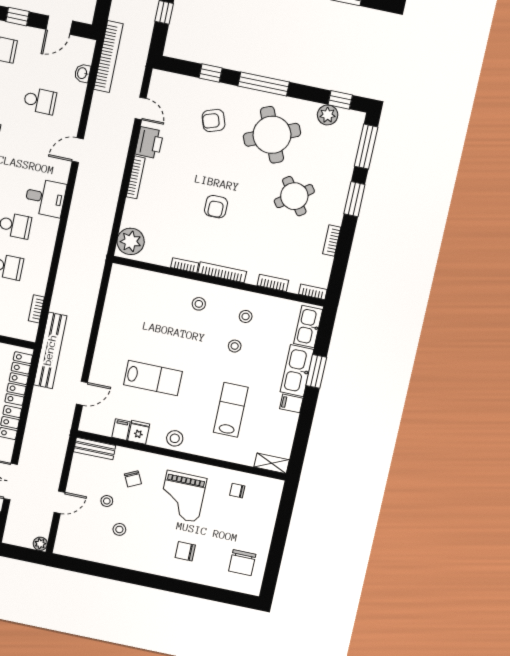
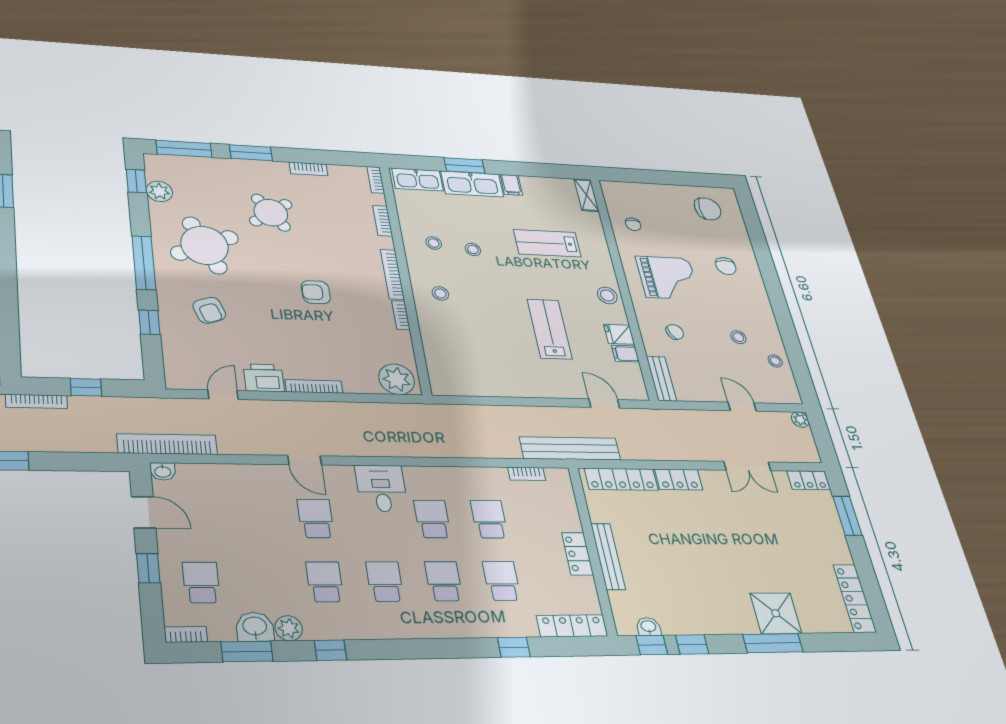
washbasin: (82, 73) -> (163, 471), moved
school desk: (40, 101) -> (316, 518), moved
armchair: (216, 207) -> (316, 292), turned 180
stool: (107, 501) -> (775, 361), moved

